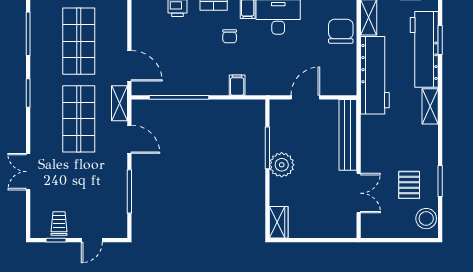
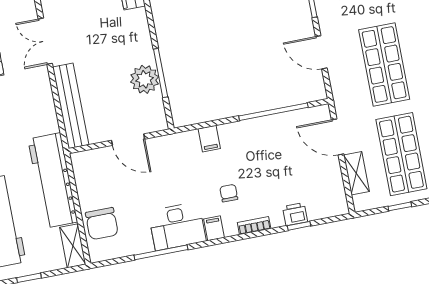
door: (305, 97) -> (128, 140), hinge flipped
shelving: (120, 103) -> (356, 173), moved
plant: (282, 165) -> (145, 79), moved

